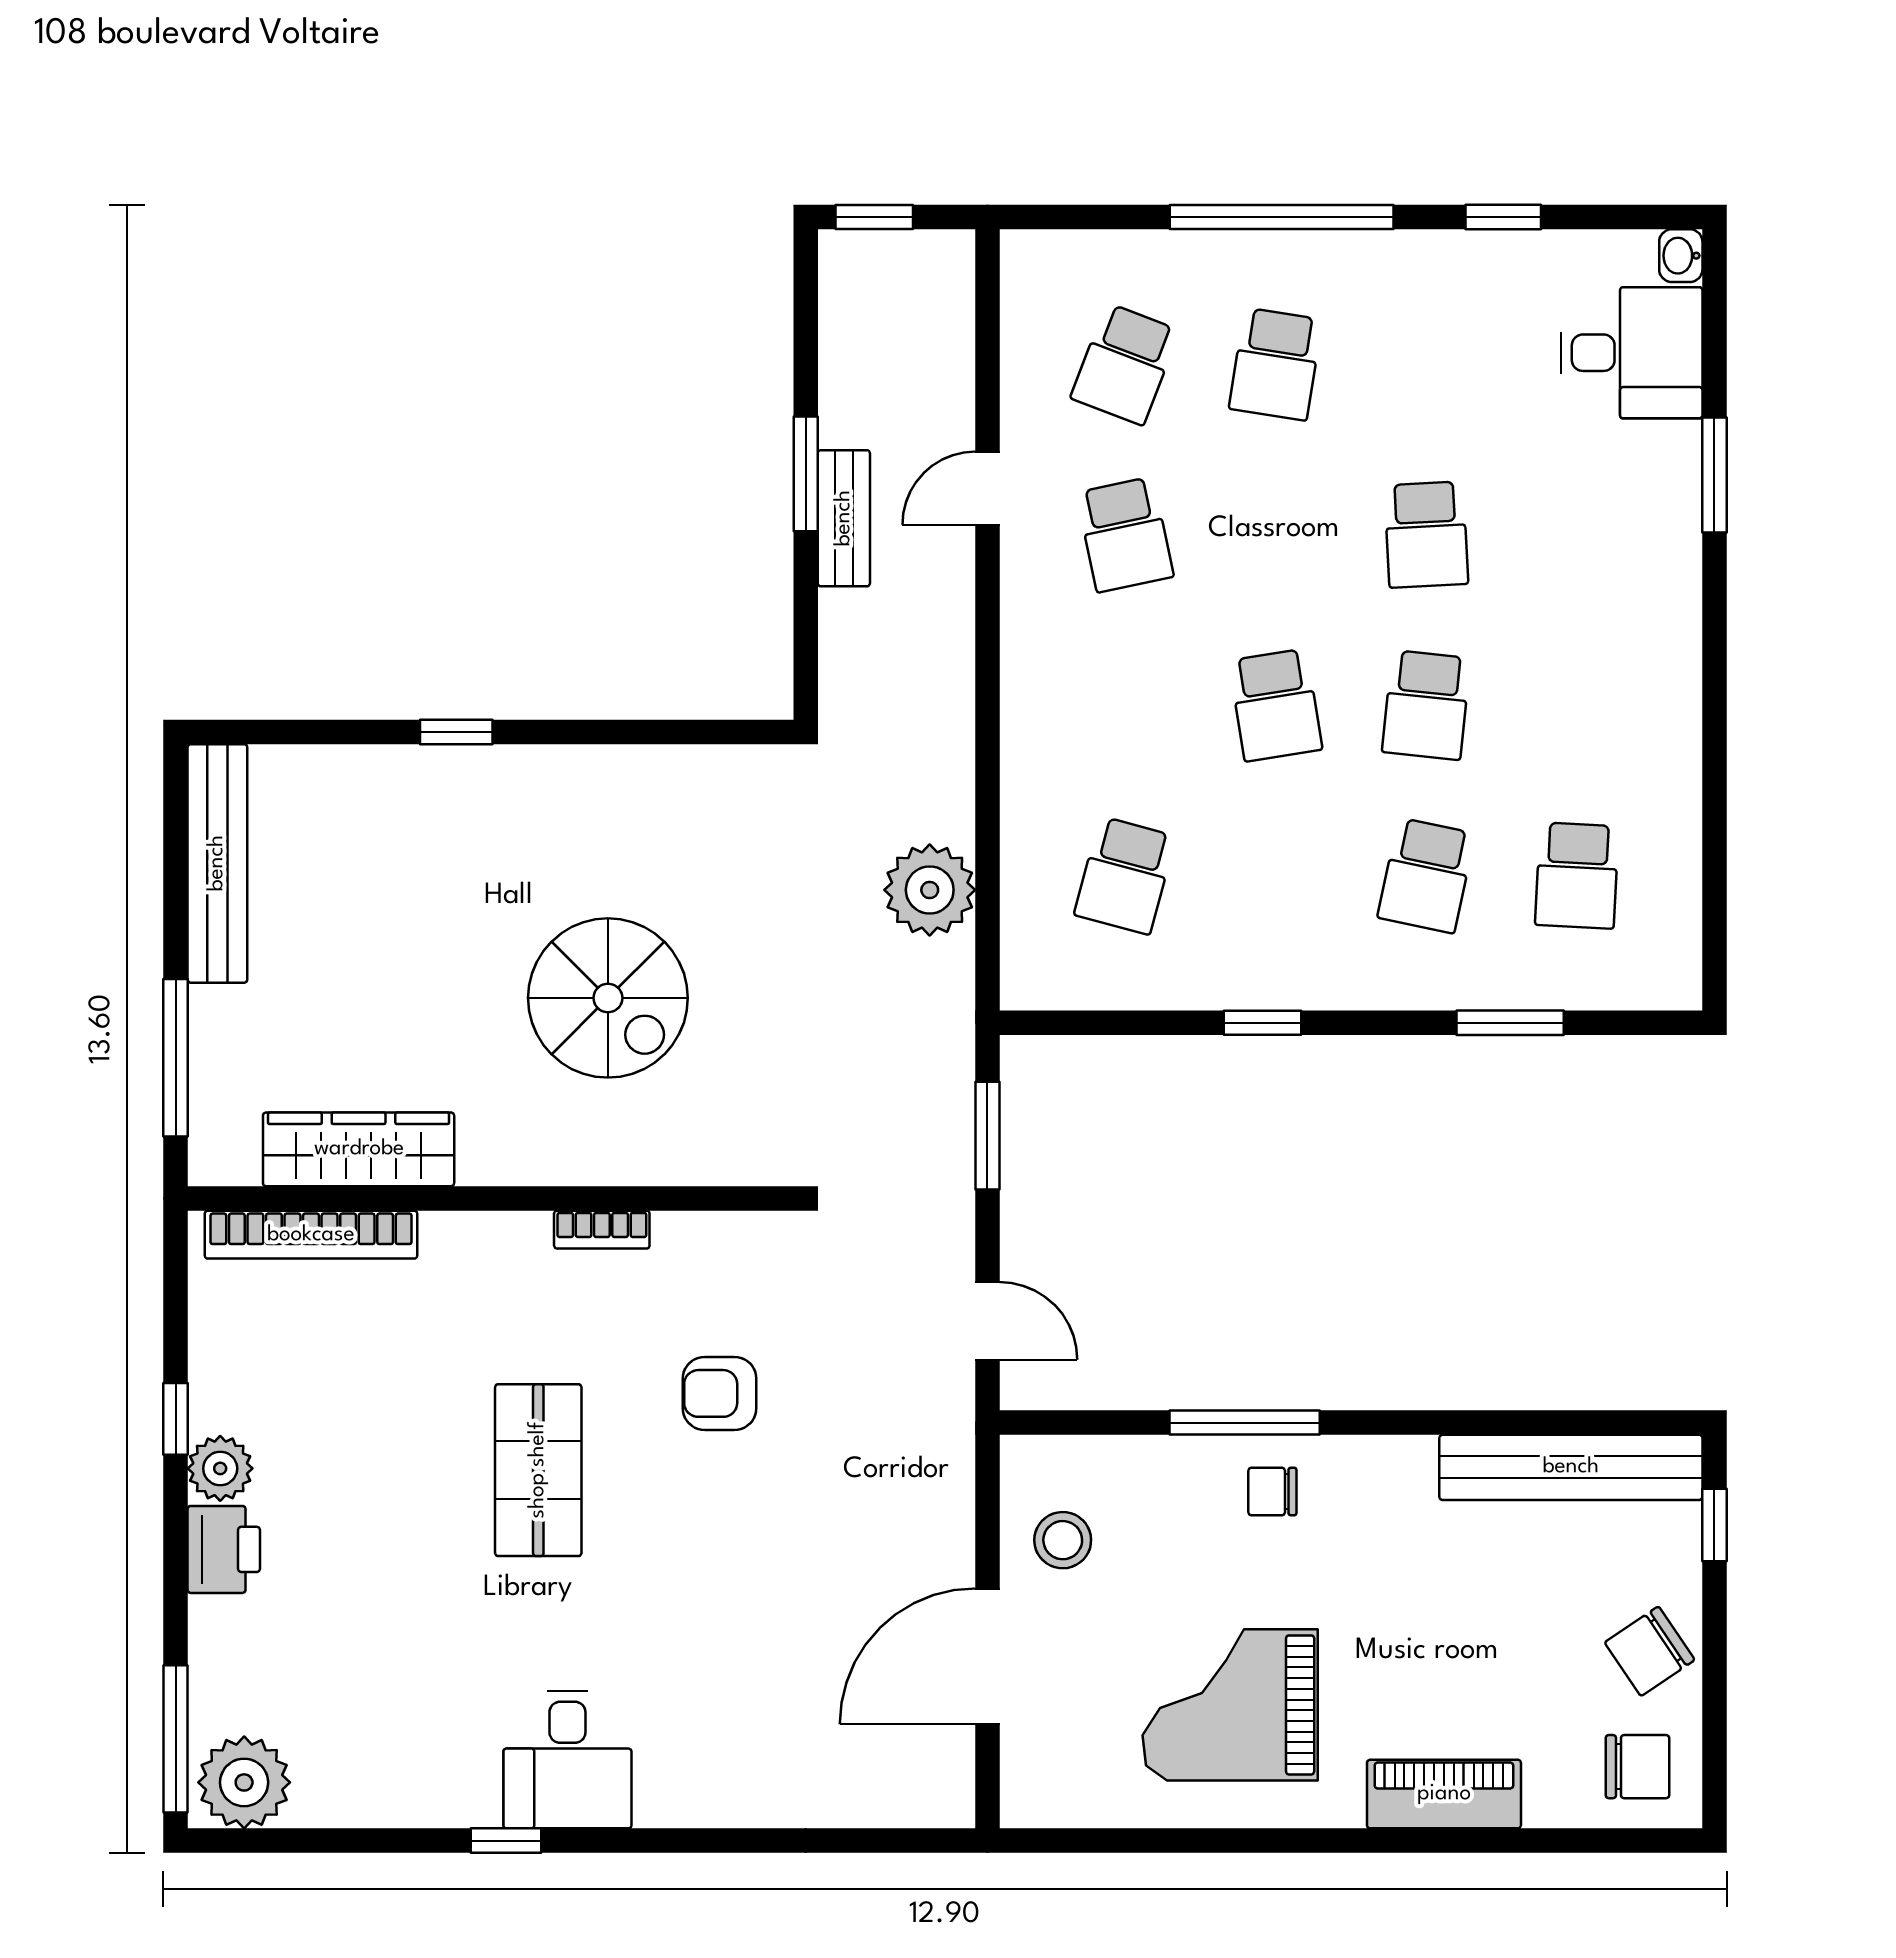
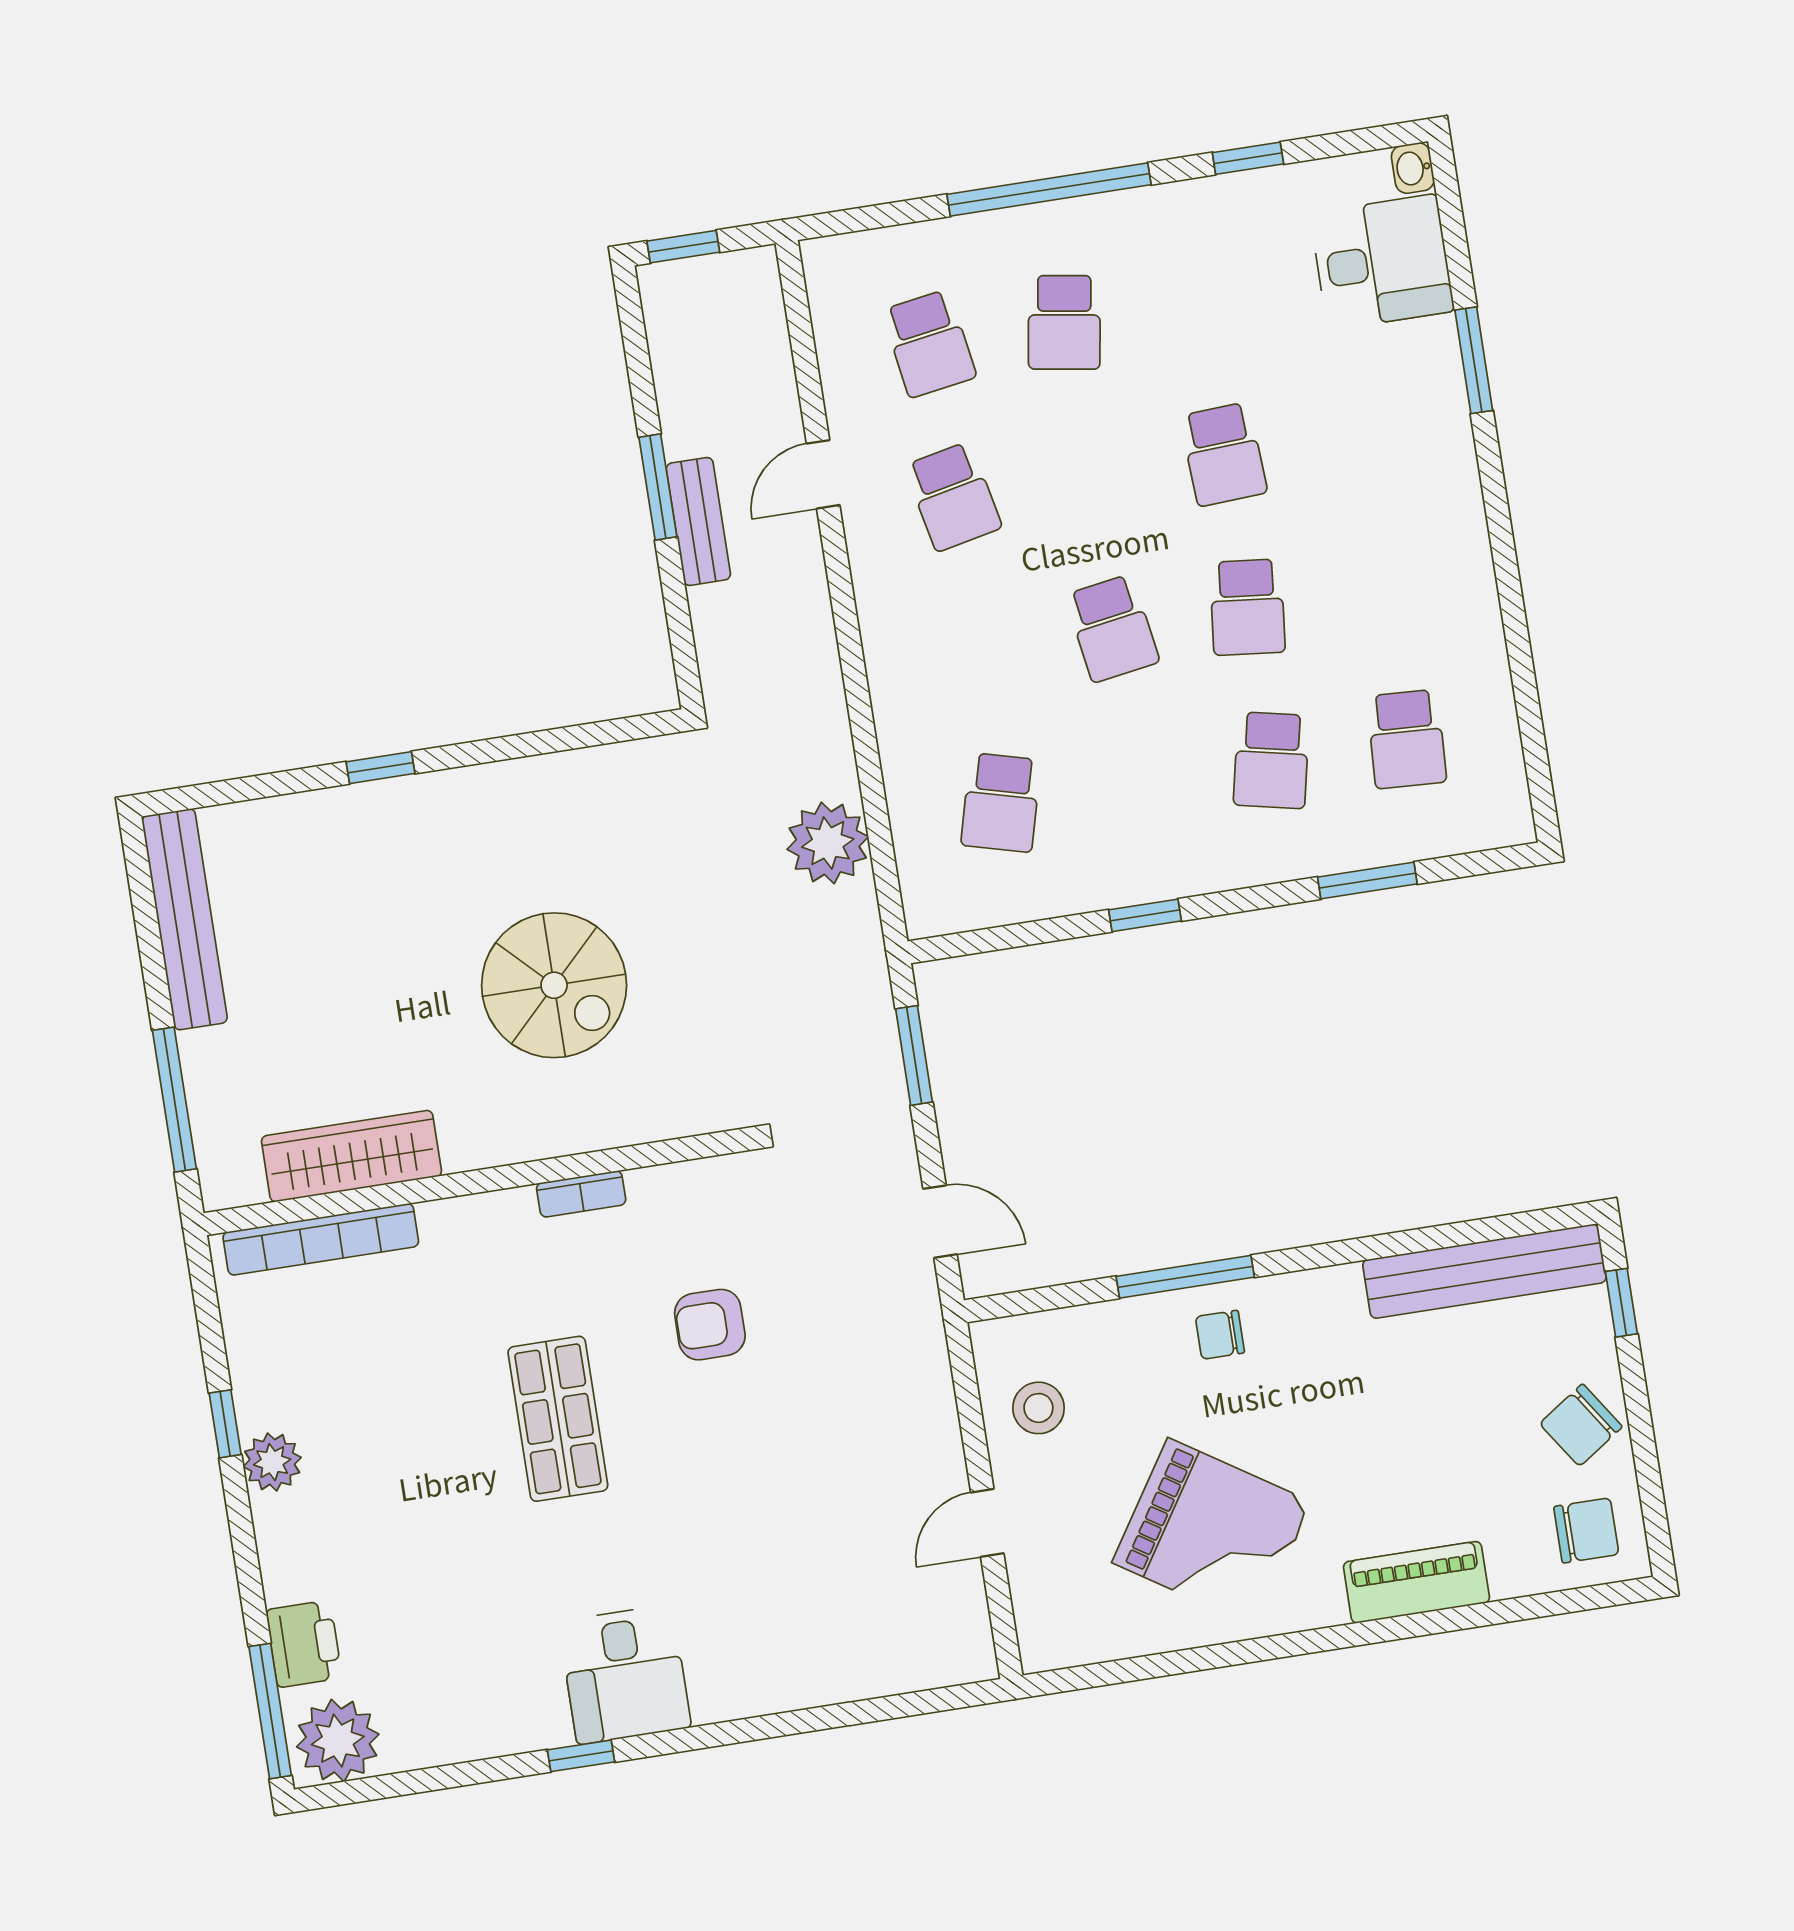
school desk: (1125, 364) -> (929, 344), turned -30
printer: (224, 1549) -> (304, 1644), moved
door: (987, 1656) -> (987, 1523), width x0.53
grand piano: (1230, 1705) -> (1212, 1532), turned -147

